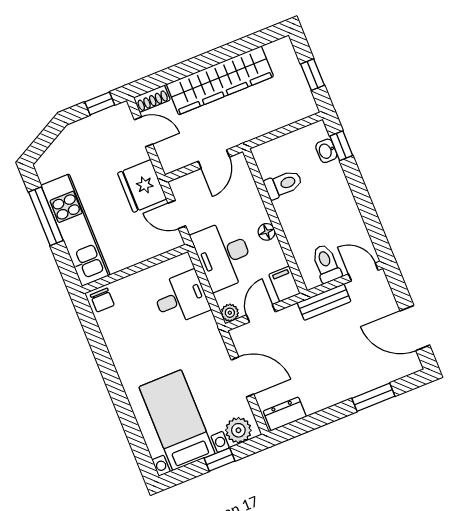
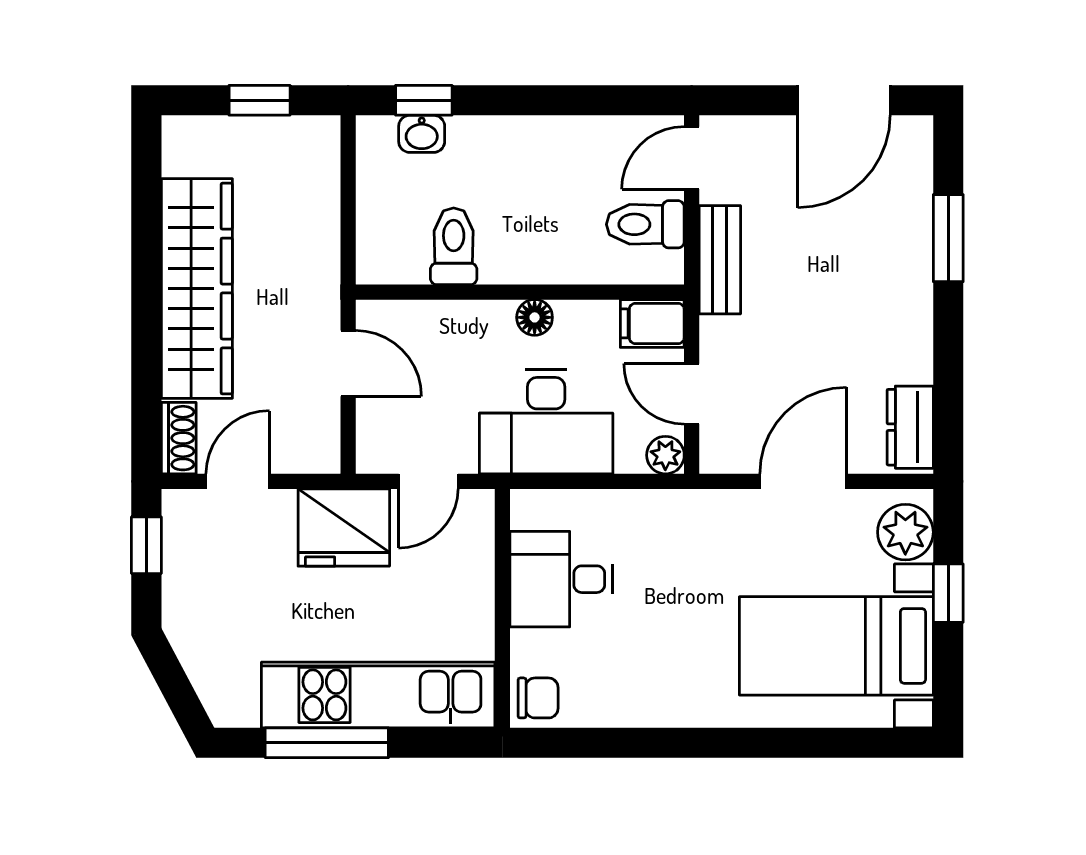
desk: (181, 298) -> (561, 579), moved, turned -90

